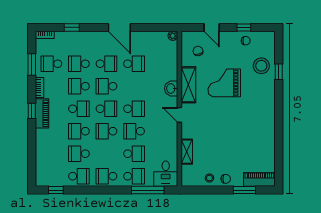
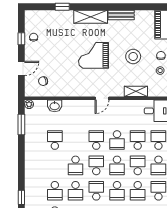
door: (119, 27) -> (21, 154), removed
window: (151, 27) -> (21, 124), added
school desk: (106, 64) -> (138, 165), moved
stool: (261, 66) -> (133, 57), moved
grand piano: (224, 83) -> (94, 55), moved, turned 90
shelving: (188, 85) -> (91, 17), moved
washbasin: (171, 88) -> (55, 106), moved
bench: (270, 136) -> (121, 15), added

